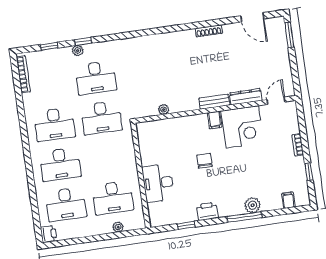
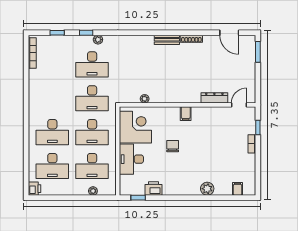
plant: (78, 50) -> (98, 40), moved
bench: (214, 102) -> (167, 40), moved
desk: (55, 124) -> (92, 132), moved
corner desk: (242, 127) -> (135, 127), moved, turned -90
window: (309, 172) -> (258, 127), moved
printer: (207, 211) -> (154, 188), moved
window: (244, 217) -> (199, 198), removed
window: (186, 225) -> (138, 198), moved

